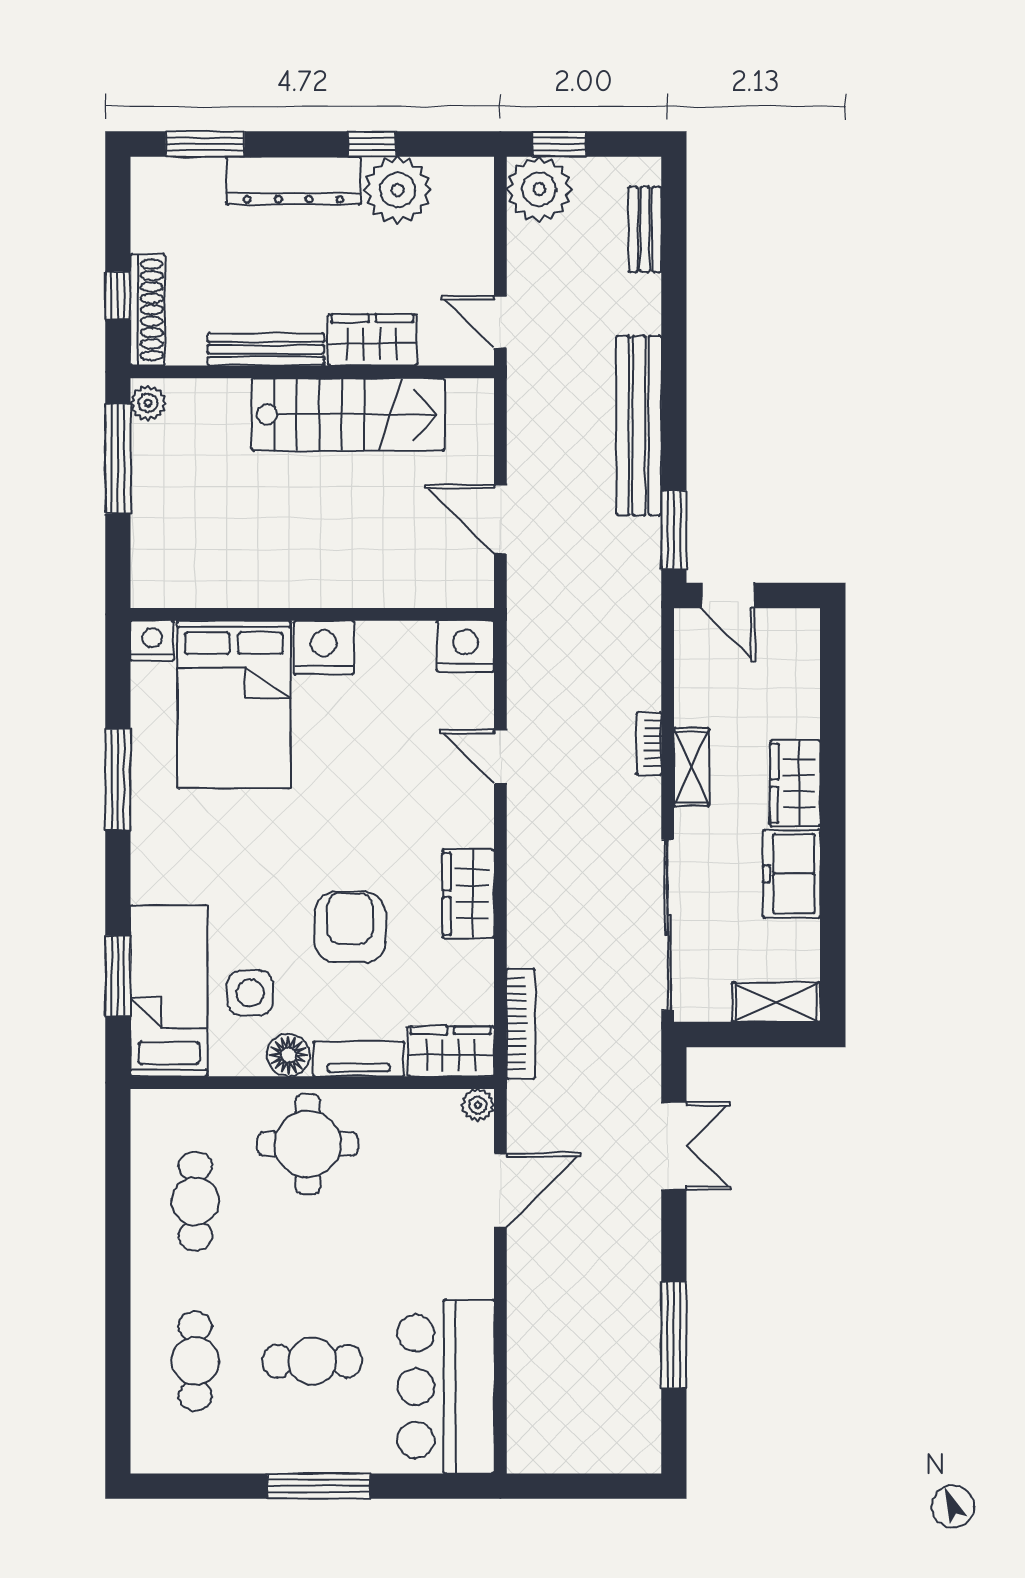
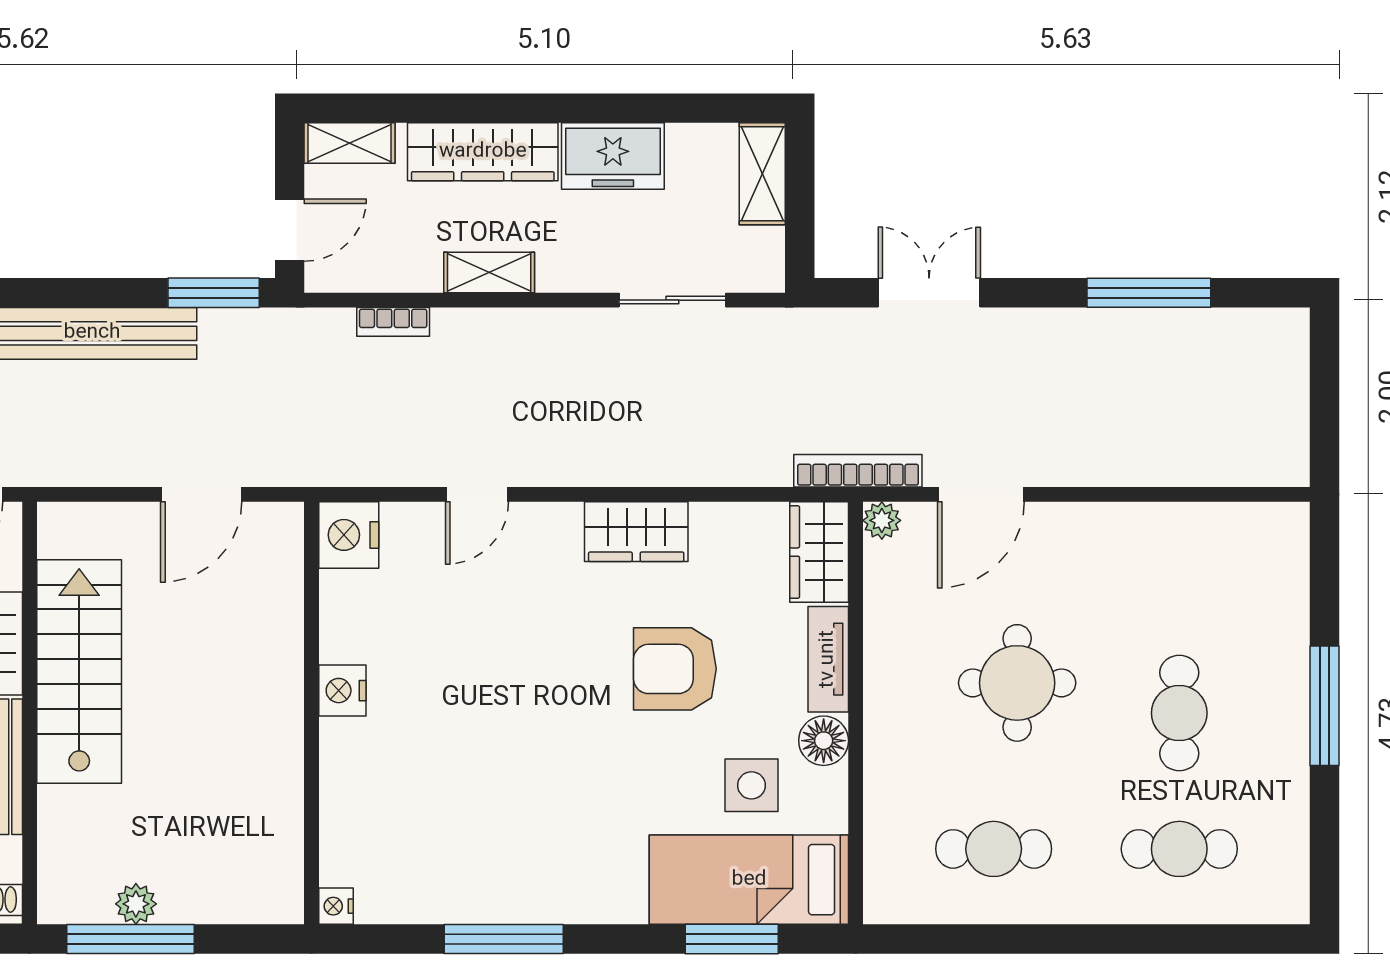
plant: (148, 403) -> (136, 904), moved
nightstand: (152, 641) -> (336, 906), width x0.72, depth x0.74
nightstand: (324, 647) -> (342, 691), width x0.74, depth x0.75
shelving: (803, 647) -> (350, 143), added
bed: (234, 704) -> (416, 804), removed
bookcase: (649, 743) -> (393, 322), moved
wardrobe: (795, 783) -> (483, 152), width x1.50
sliding door: (668, 925) -> (672, 300), width x0.54
bookcase: (521, 1024) -> (858, 471), moved
round table: (308, 1144) -> (1017, 683), moved
door: (500, 1190) -> (981, 494), swing flipped
bar counter: (446, 1386) -> (1209, 558), removed

